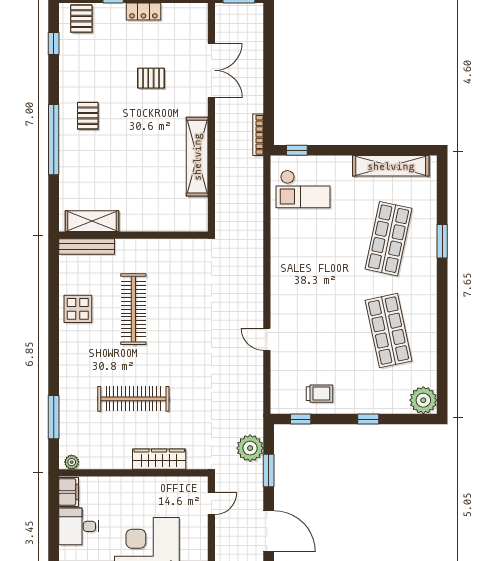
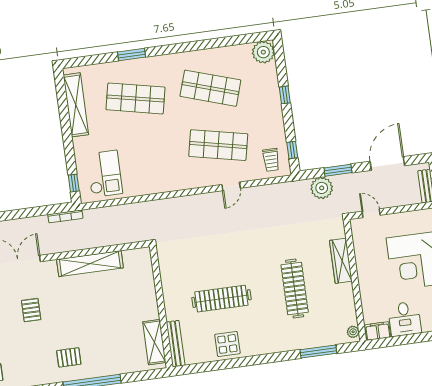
shop shelf: (319, 331) -> (218, 145), added
shop shelf: (389, 331) -> (210, 88), turned 30
trolley: (320, 394) -> (271, 160), moved, turned 180

